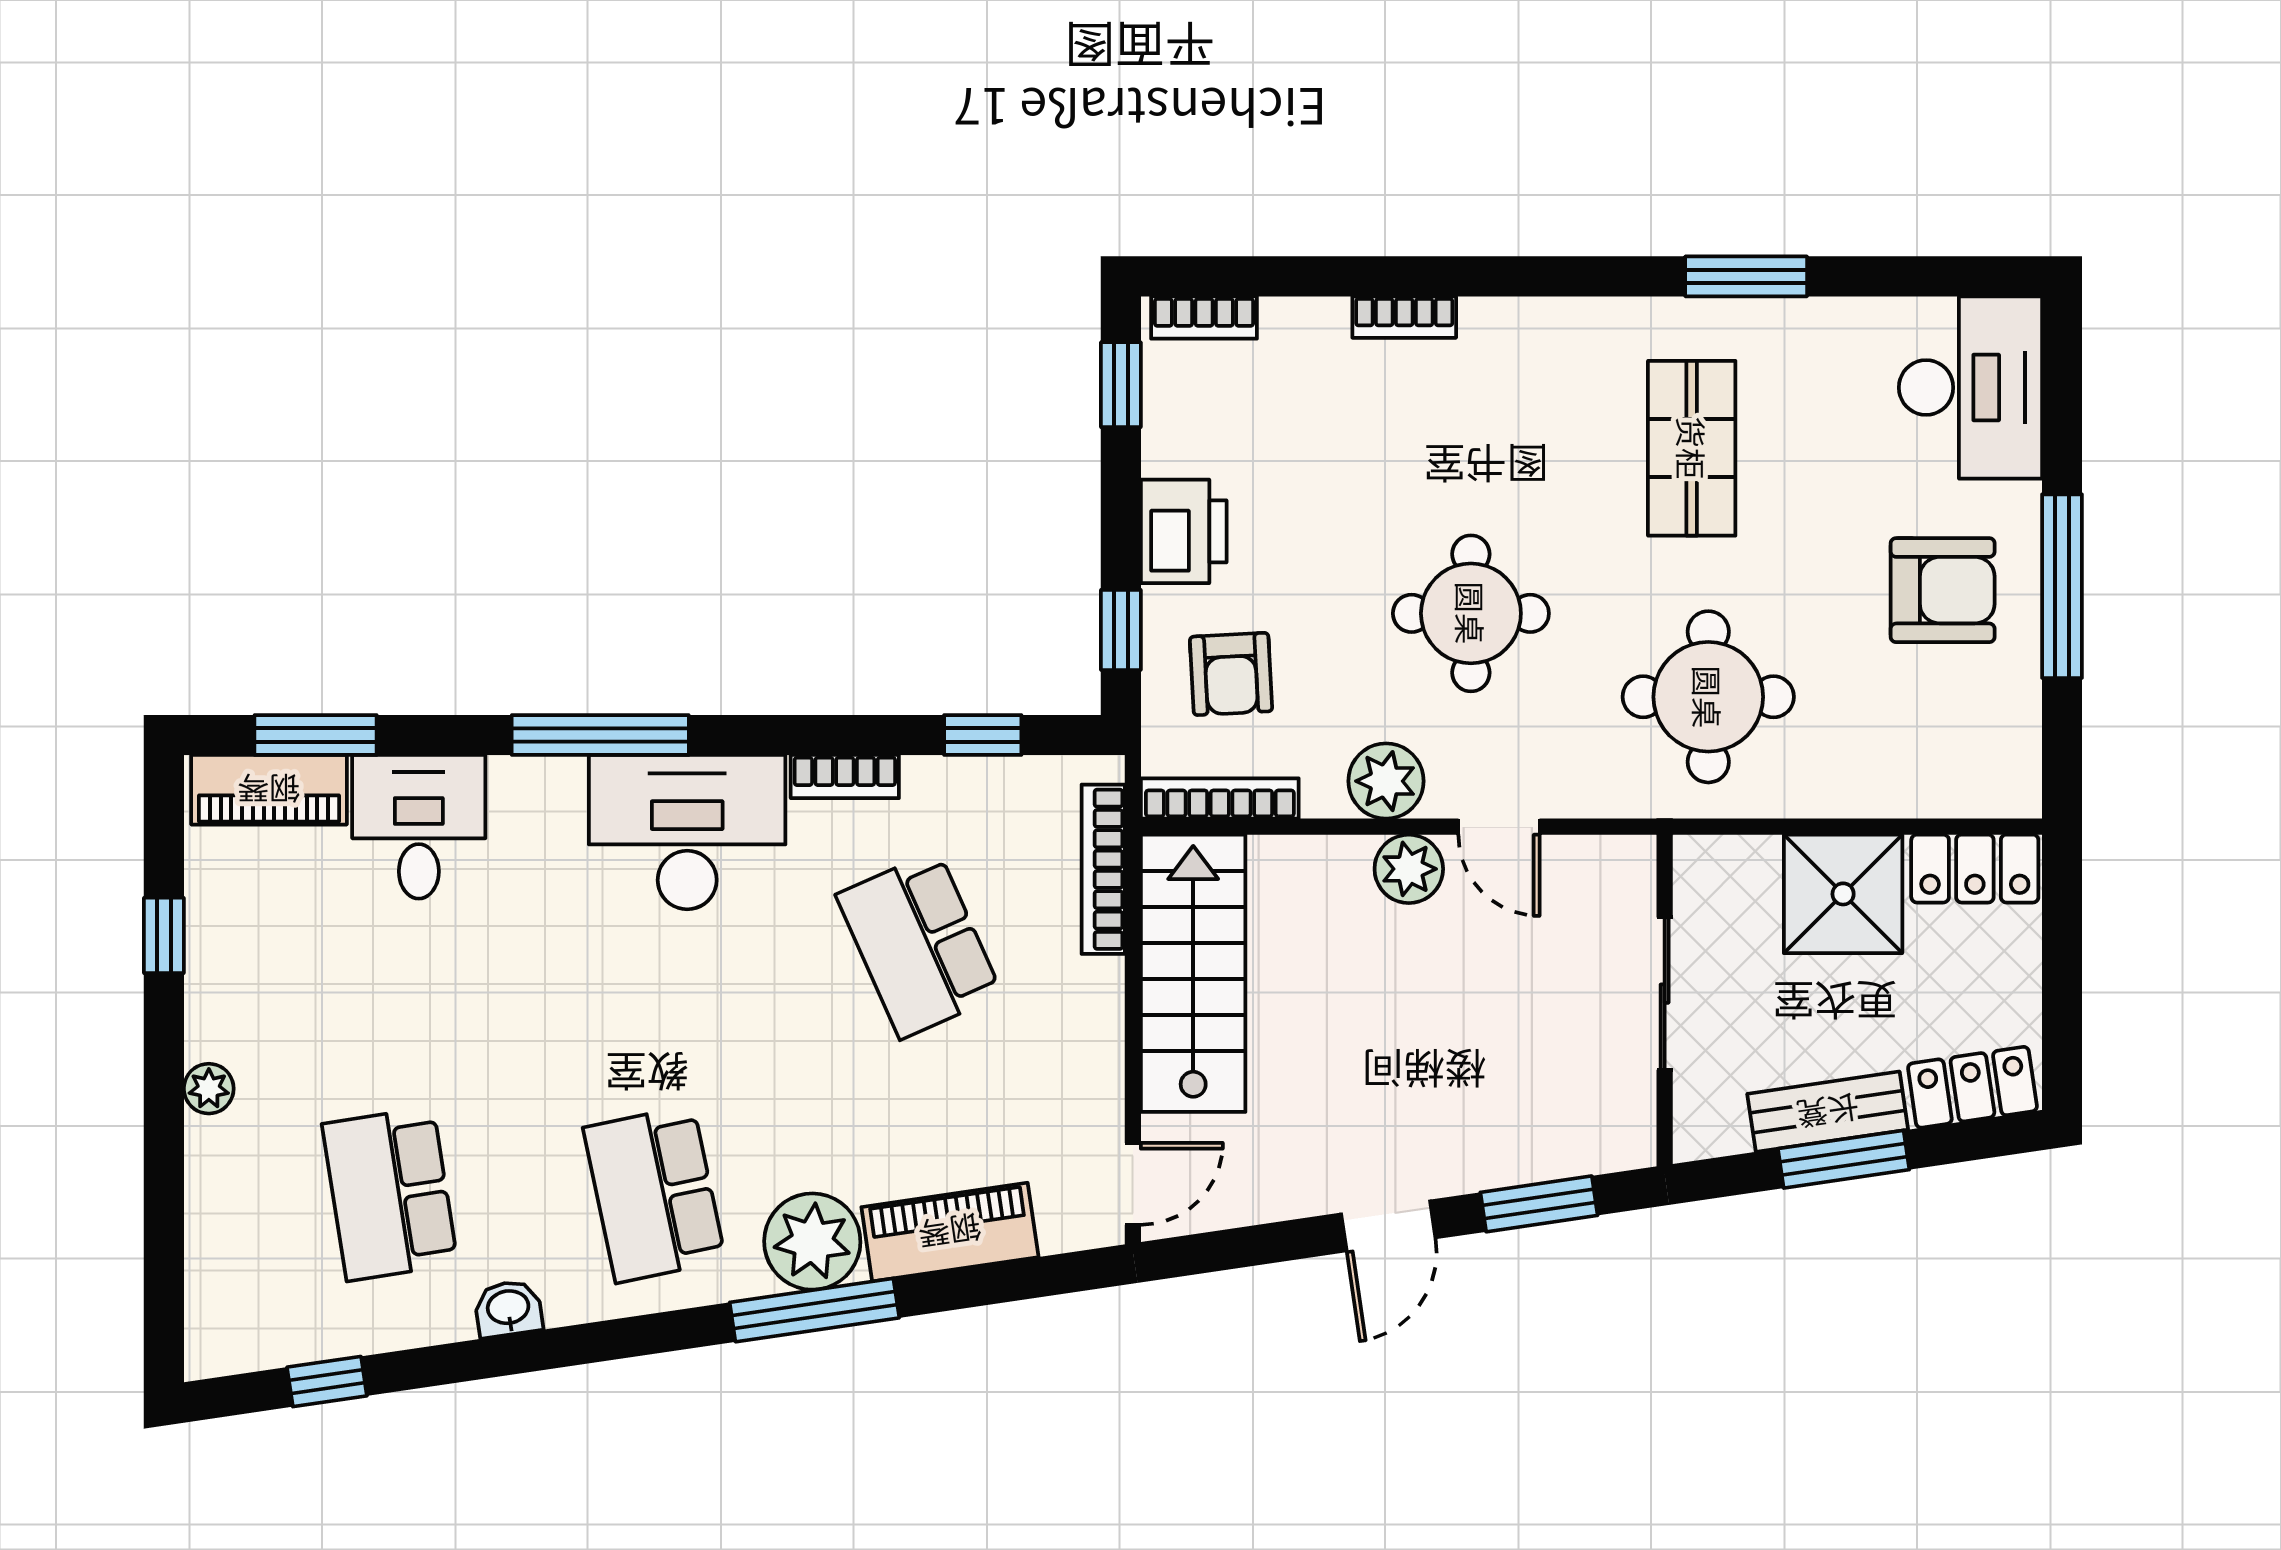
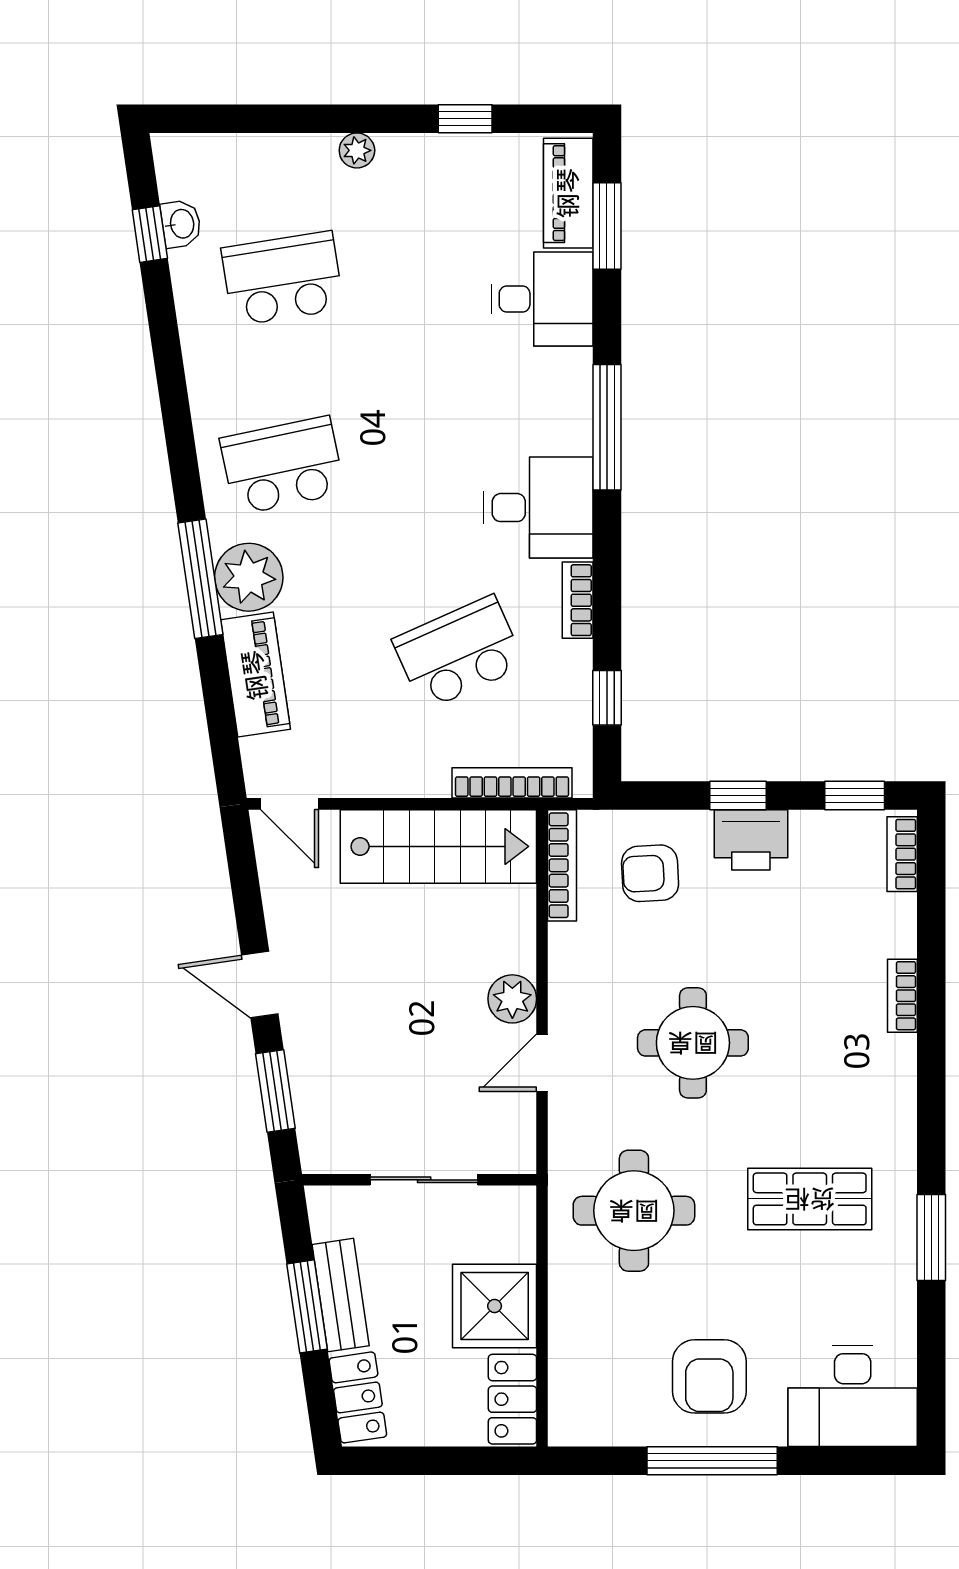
window: (1121, 630) -> (738, 795), moved
plant: (1386, 781) -> (574, 983), removed
desk: (687, 832) -> (538, 508), width x0.73
washbasin: (508, 1309) -> (181, 224), moved

